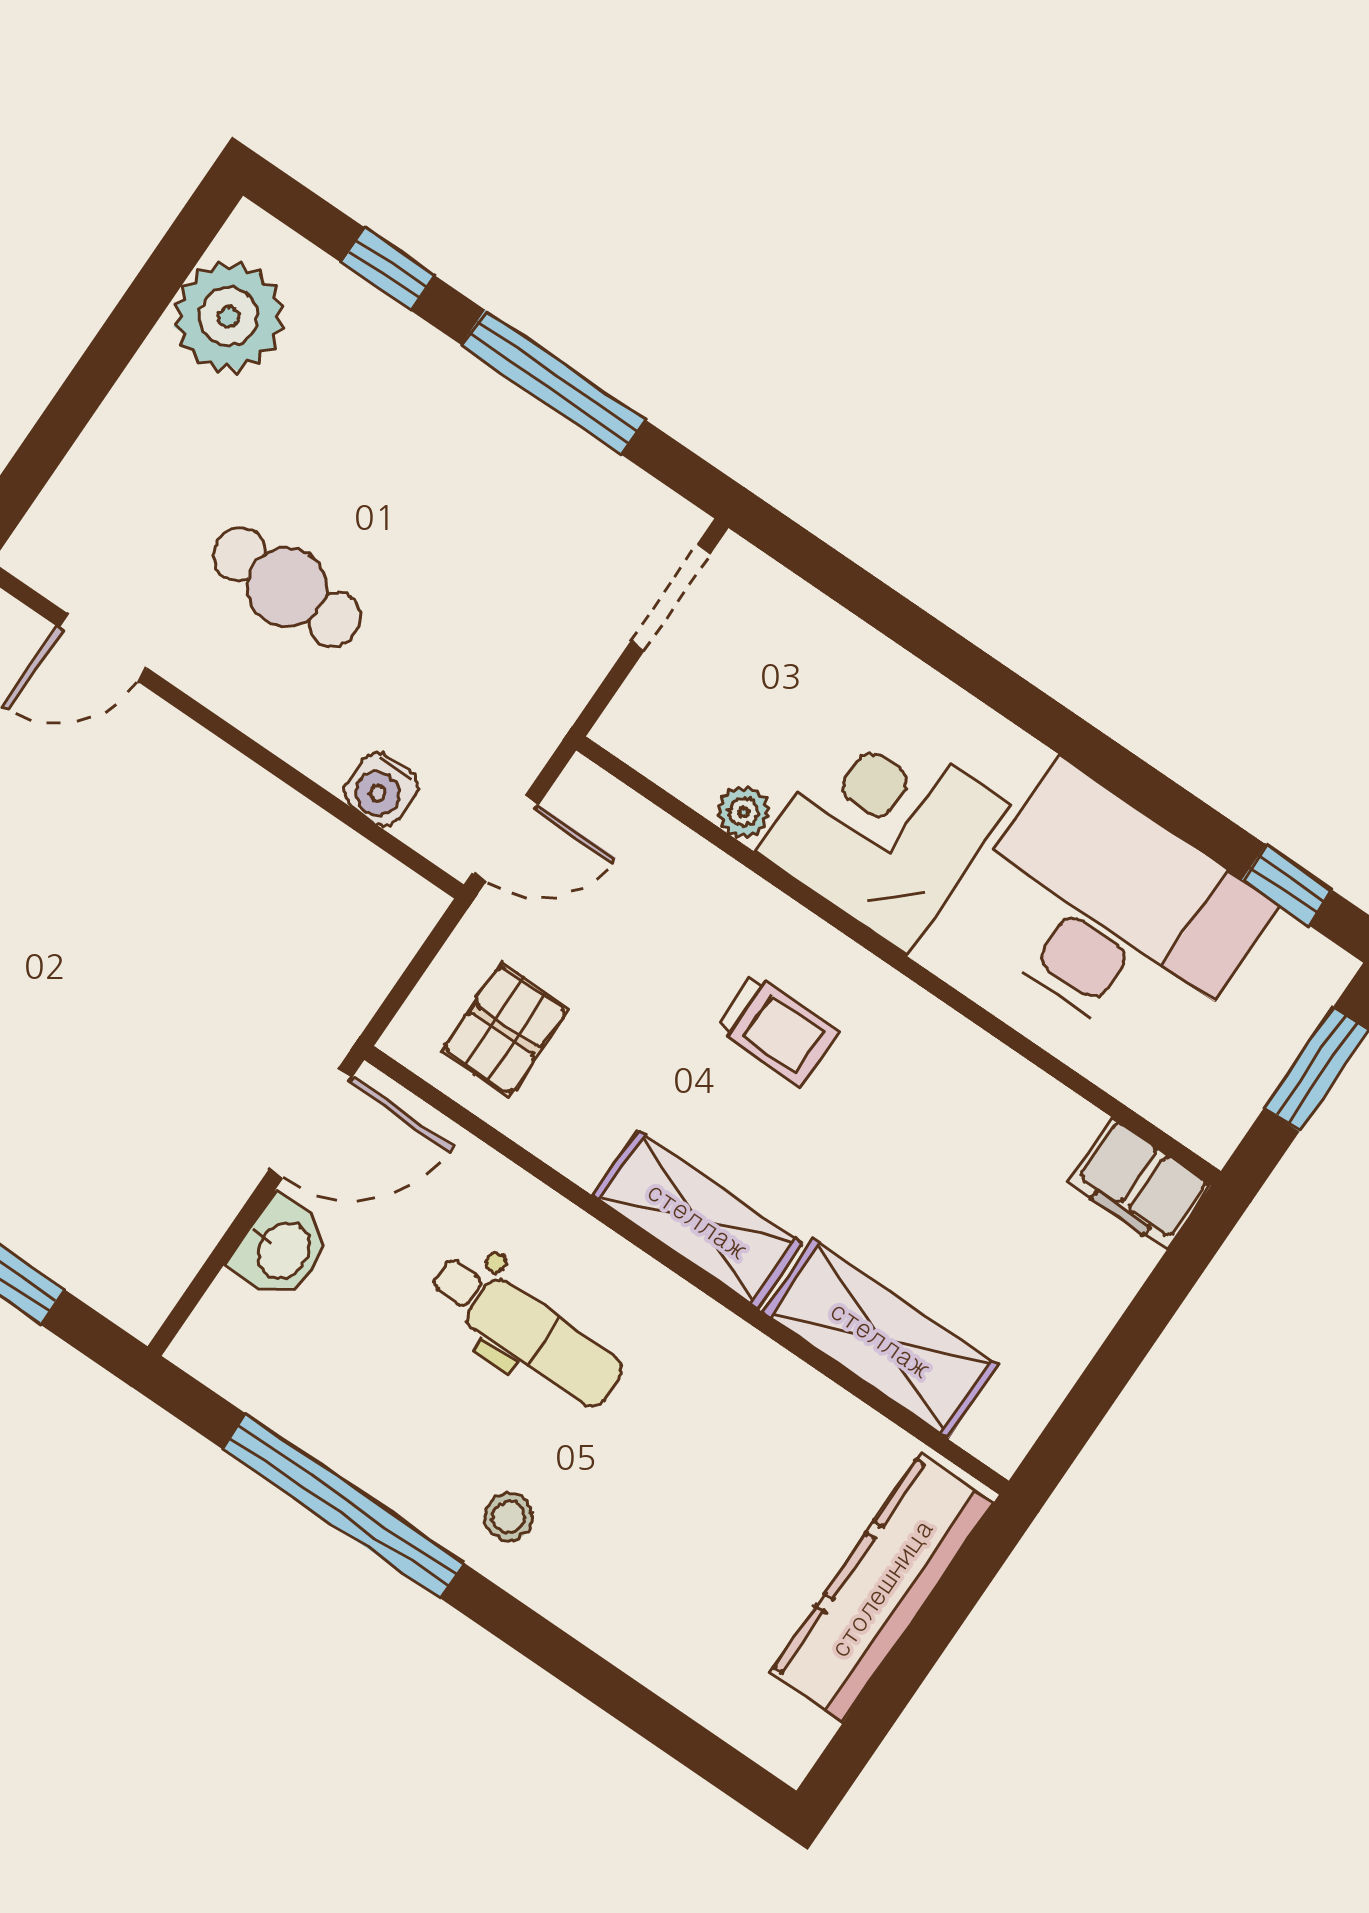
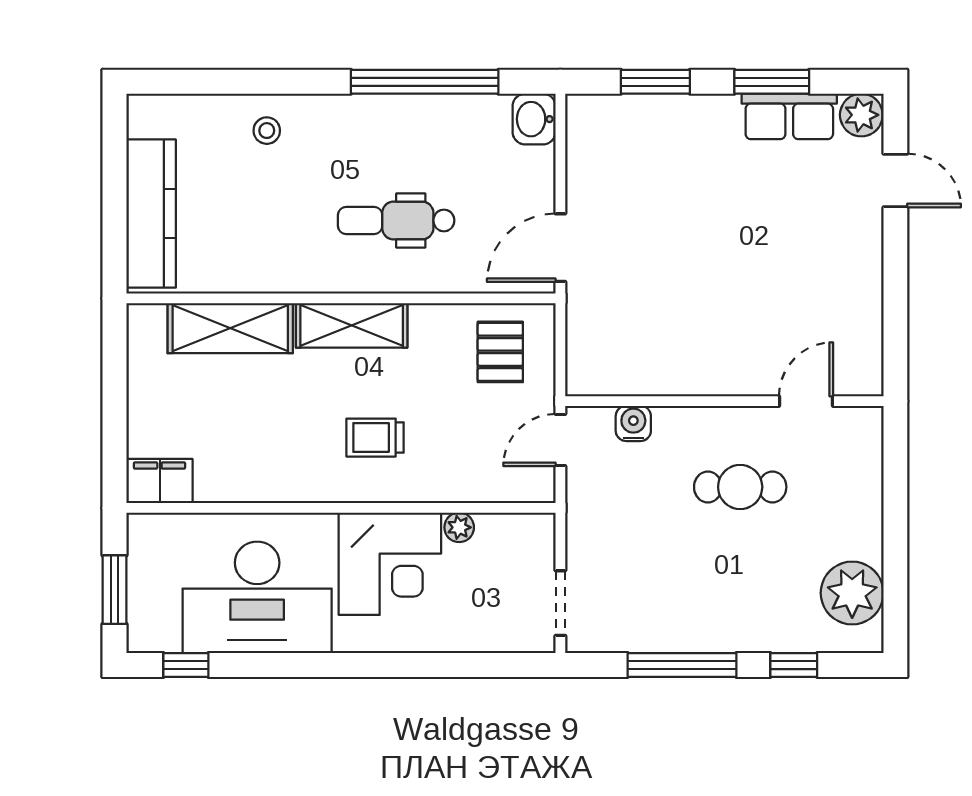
washbasin: (281, 1249) -> (534, 119), moved
stool: (509, 1517) -> (267, 131), moved

